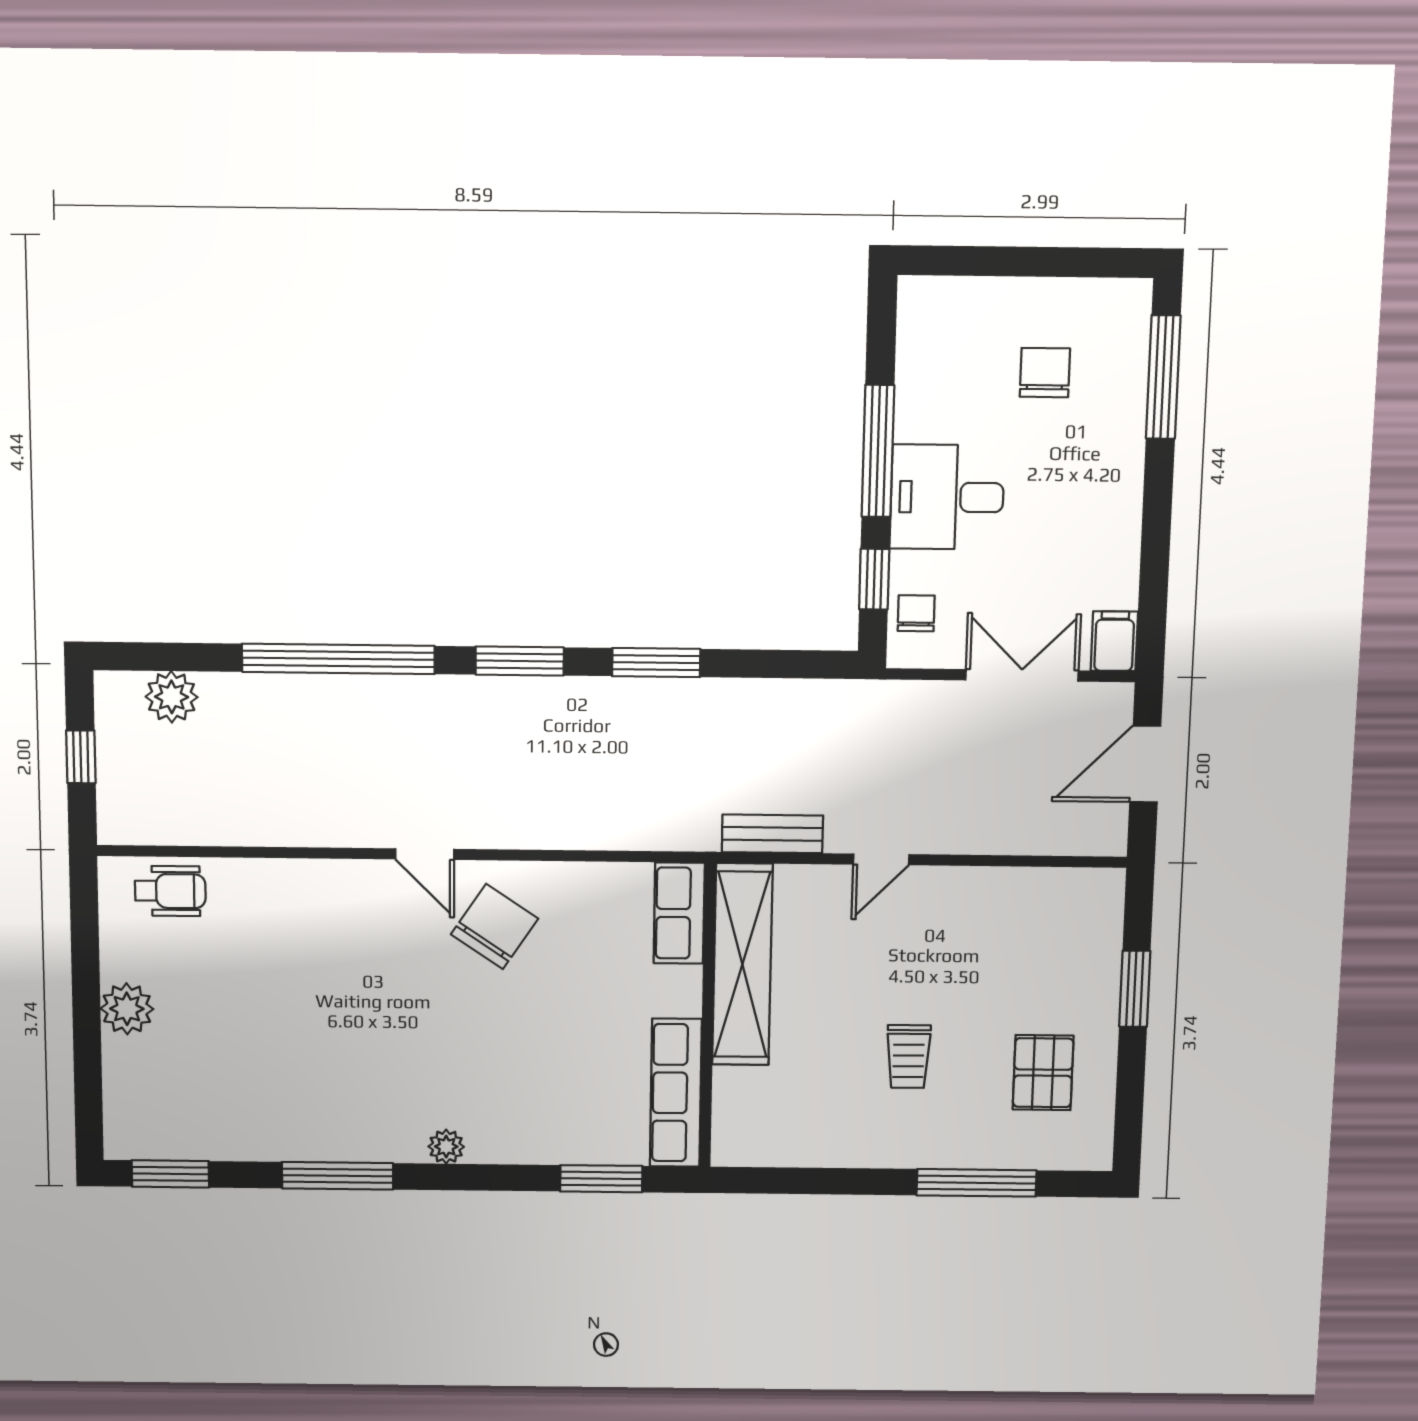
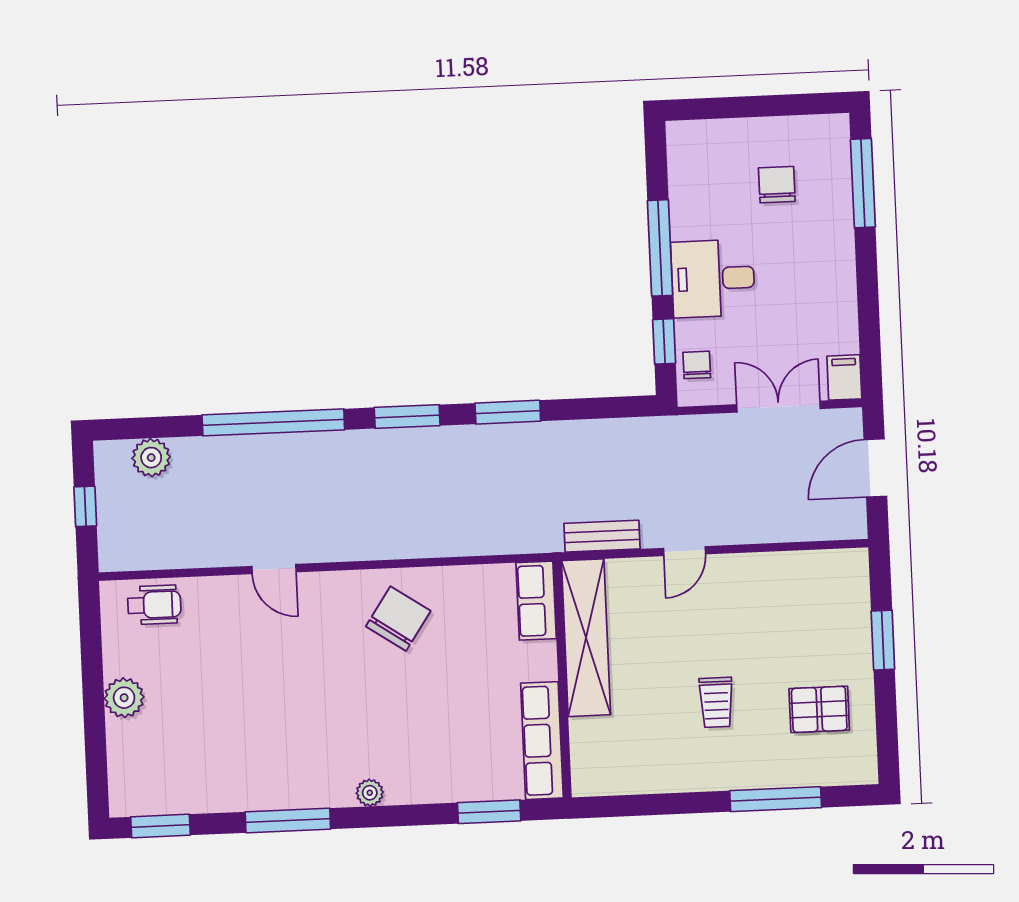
door: (425, 854) -> (274, 569), moved
pallet: (1043, 1073) -> (819, 709), turned 90

